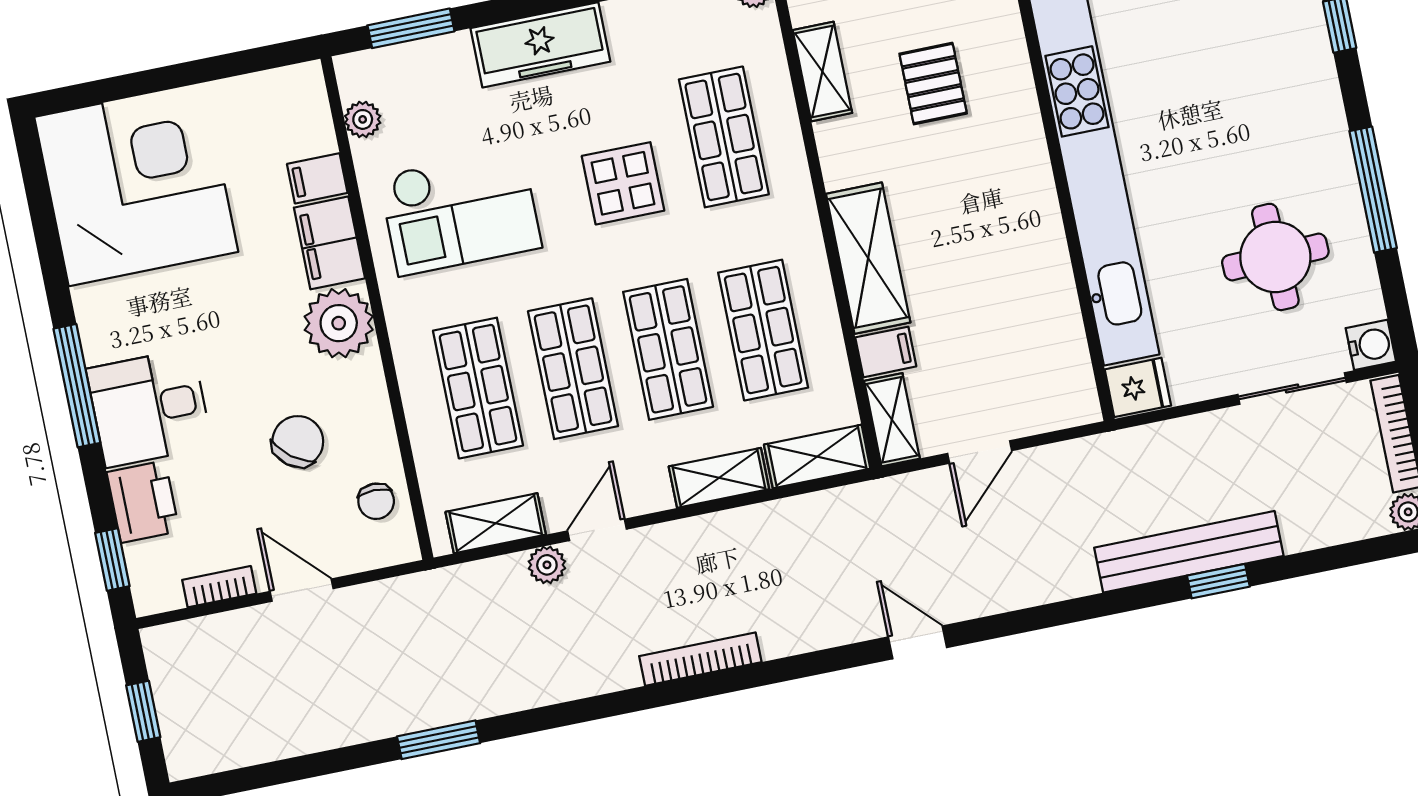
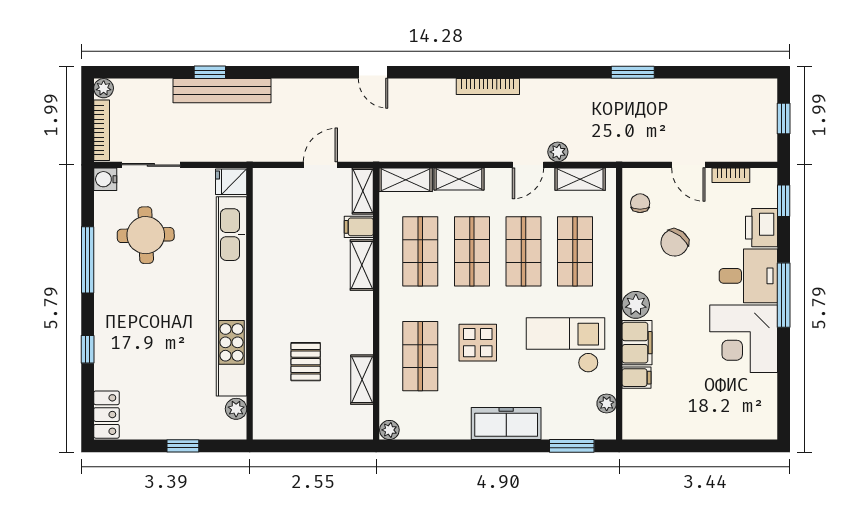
corner desk: (136, 184) -> (744, 339), moved, width x0.74, depth x0.74
shelving: (868, 258) -> (362, 265), width x0.67, depth x0.75
plant: (339, 323) -> (636, 305), width x0.73, depth x0.73

